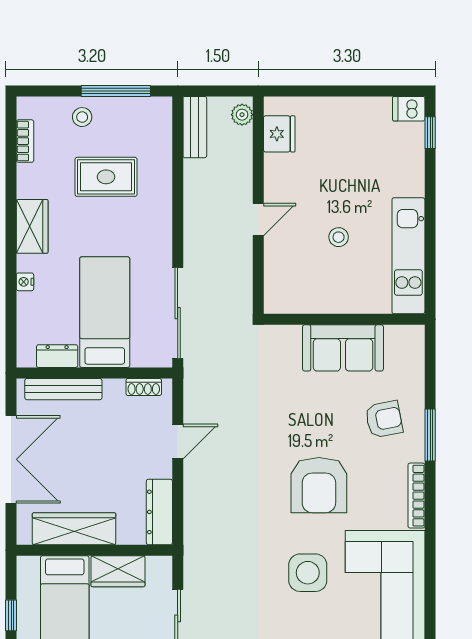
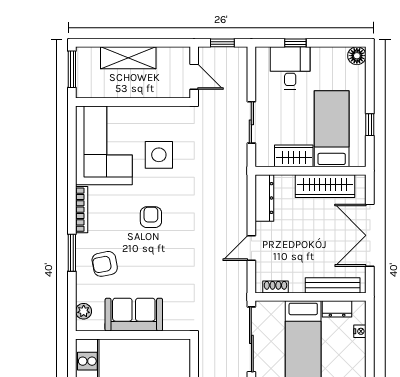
nightstand: (25, 282) -> (360, 331), moved
plant: (414, 353) -> (84, 311), added
armchair: (319, 485) -> (151, 217), width x0.53, depth x0.53

